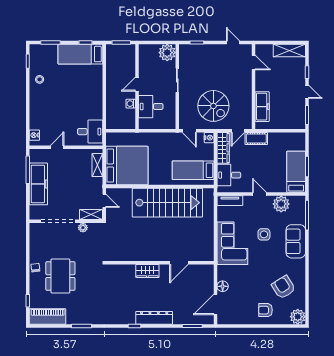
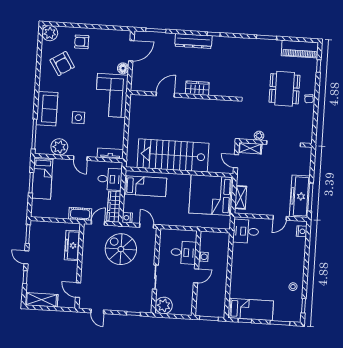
freezer: (38, 184) -> (300, 196), moved
corner sofa: (232, 243) -> (112, 95), moved
armchair: (265, 310) -> (82, 42), turned 180

